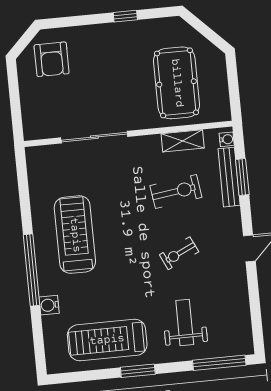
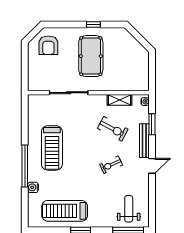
pool table: (177, 83) -> (91, 56), moved
bench: (229, 177) -> (144, 141), moved
exercise bike: (176, 192) -> (113, 129), turned 36
treadmill: (75, 235) -> (52, 148), turned 180
weight bench: (185, 322) -> (129, 209), moved

